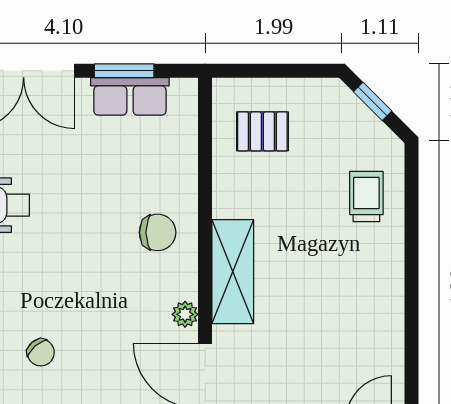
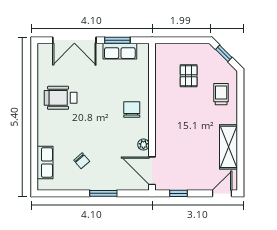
pallet: (262, 131) -> (189, 76), moved, turned 90
chair: (158, 232) -> (132, 109), turned -90
shelving: (233, 272) -> (229, 147), moved

